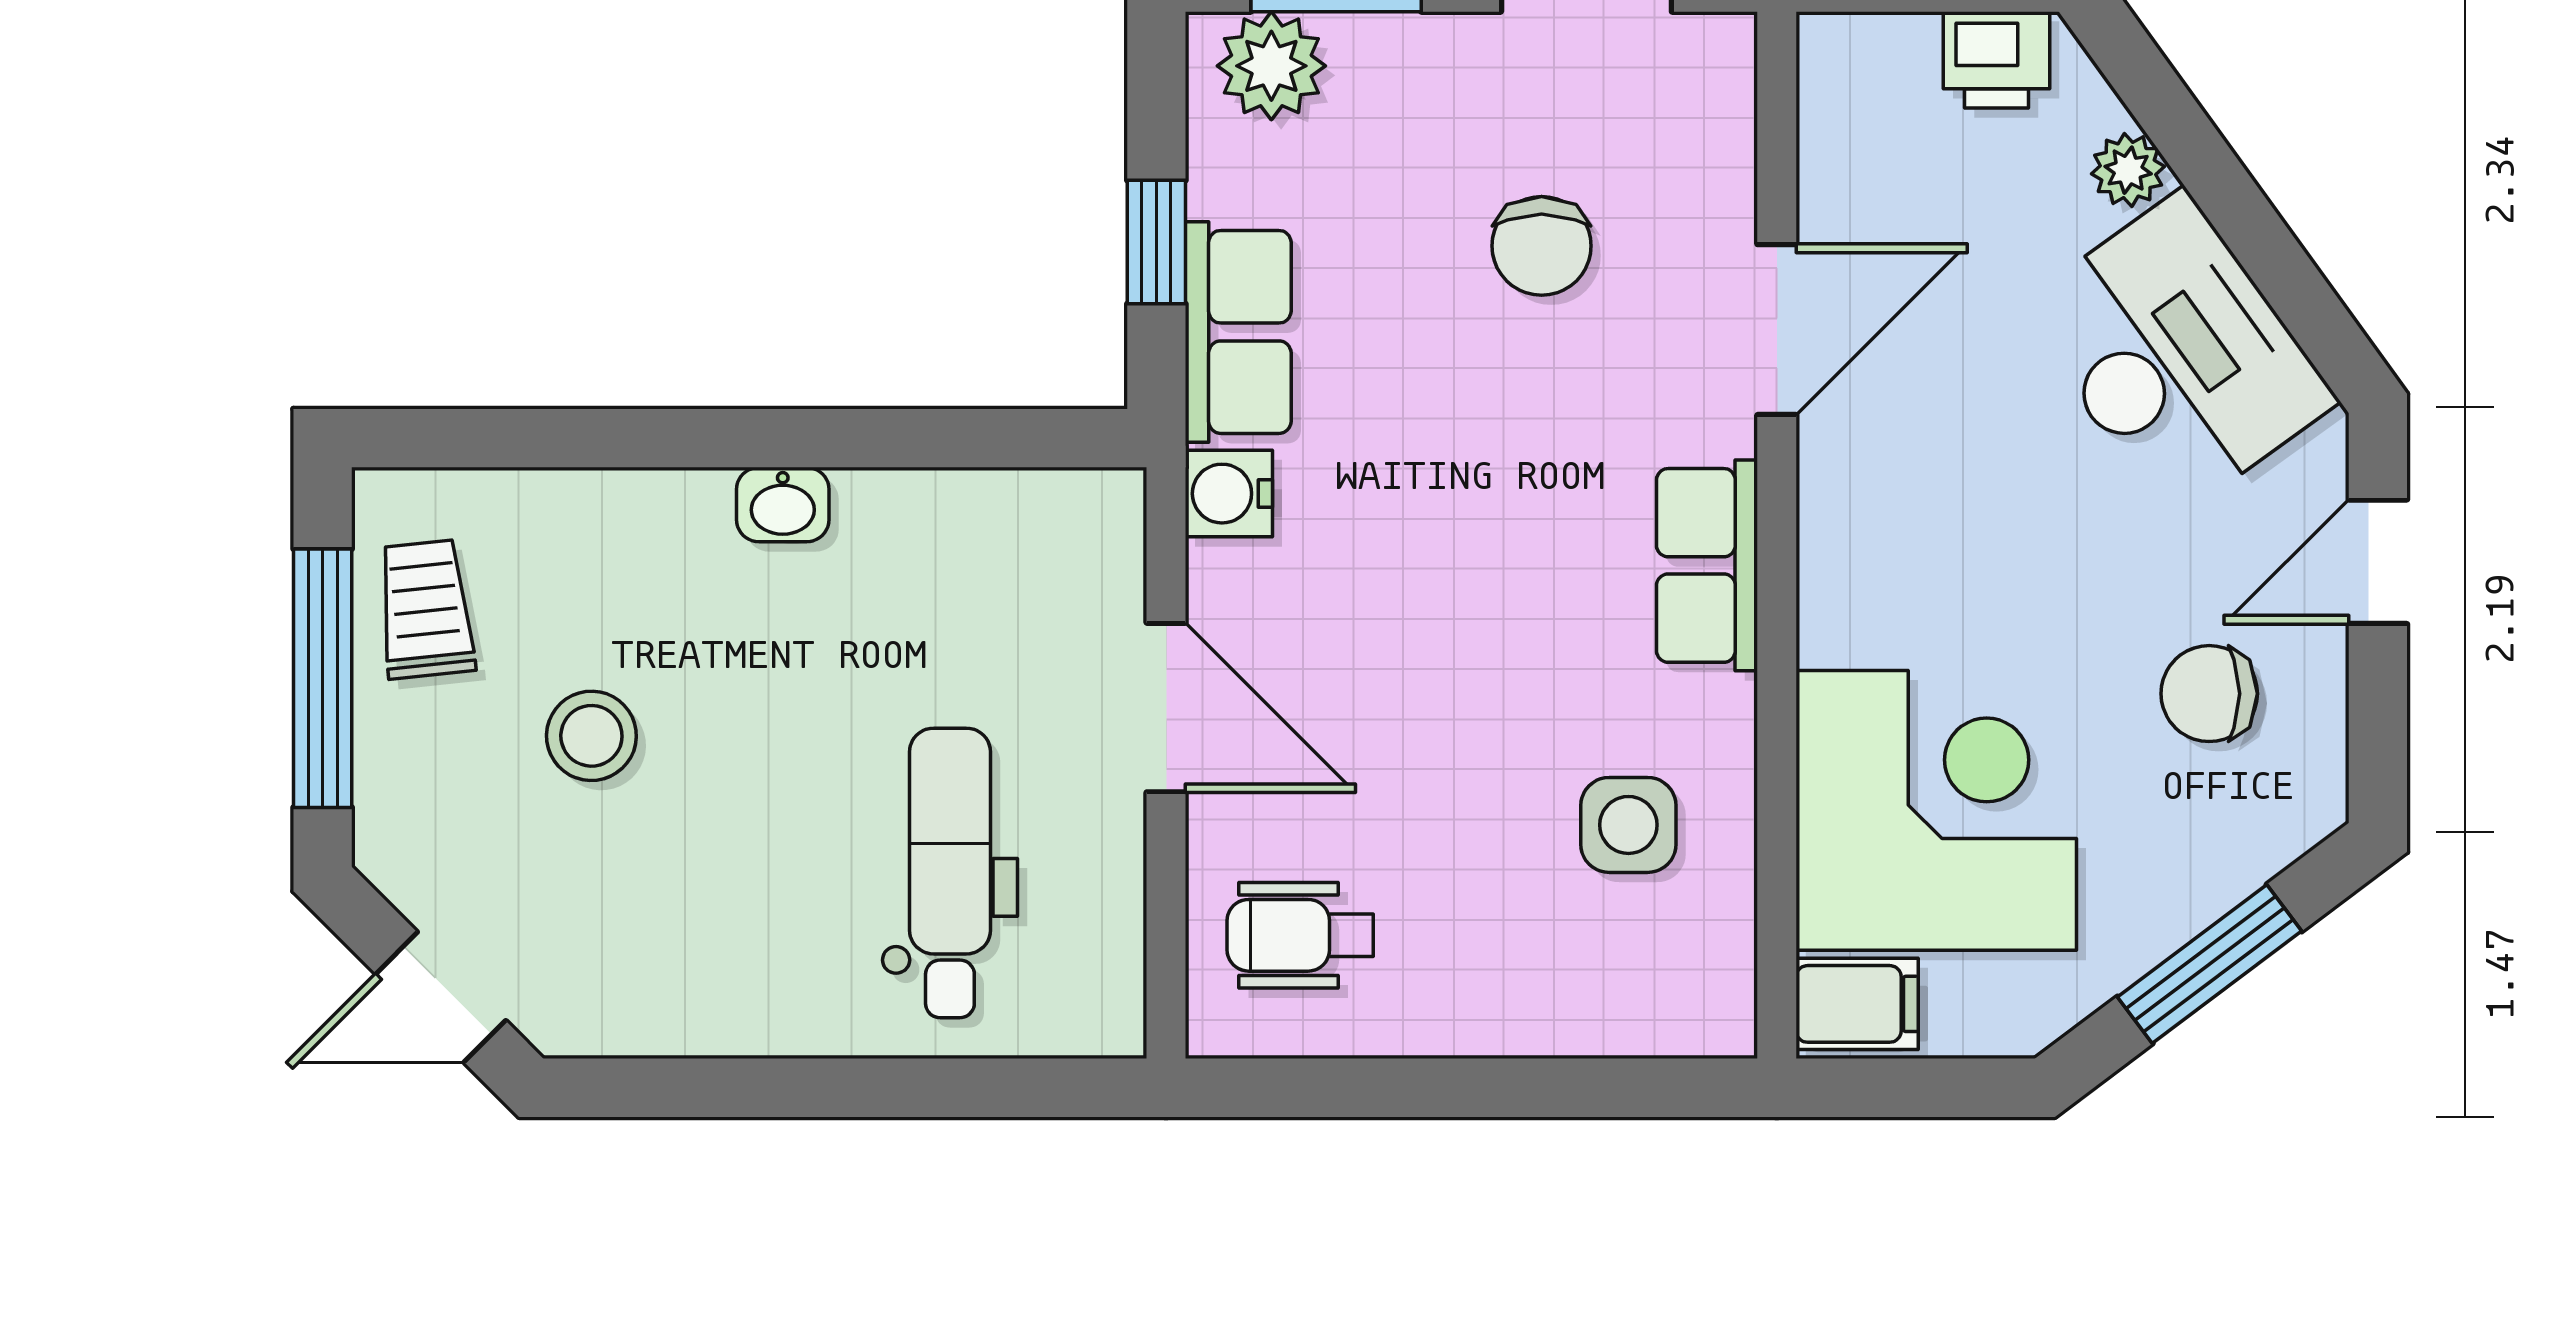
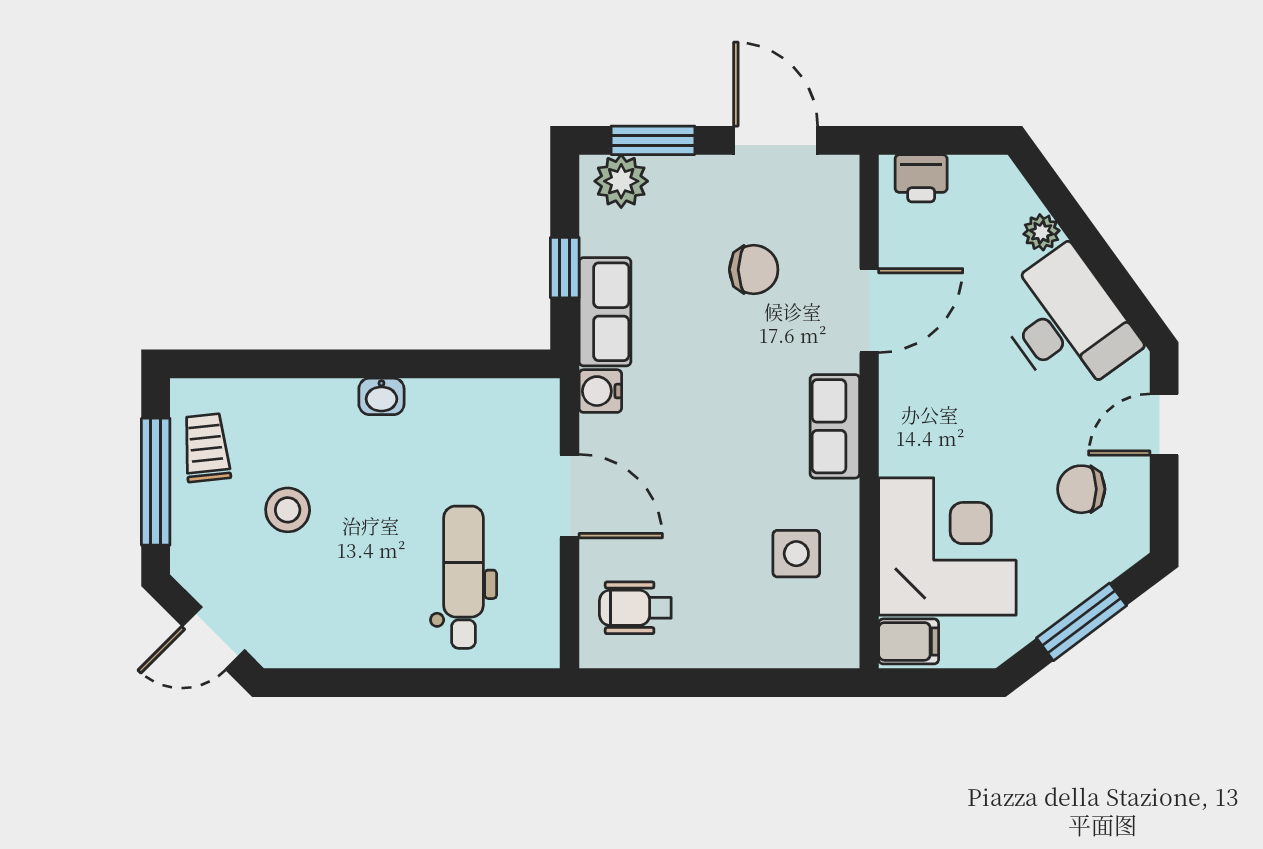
printer: (1996, 60) -> (921, 178), moved
chair: (1542, 246) -> (754, 270), turned -90

